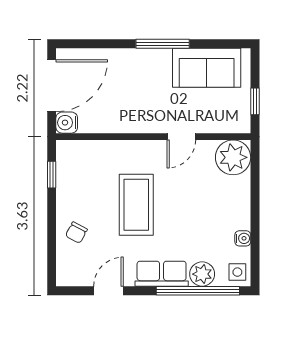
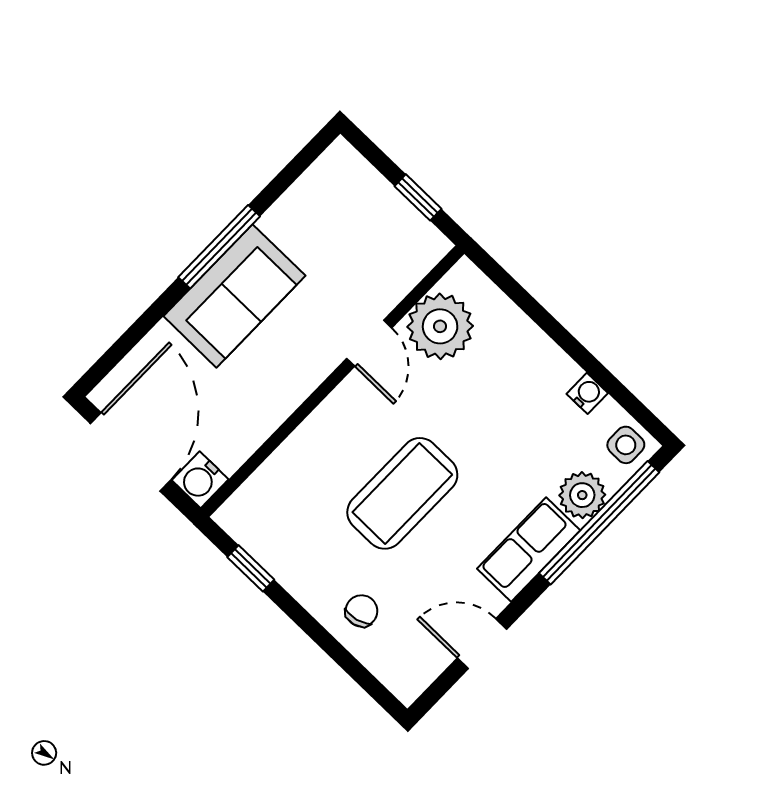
sofa: (207, 68) -> (234, 296), moved
plant: (233, 157) -> (440, 326), moved
coffee table: (136, 205) -> (402, 493), turned 90
chair: (76, 233) -> (362, 611), turned -132
door: (108, 291) -> (482, 644), hinge flipped

